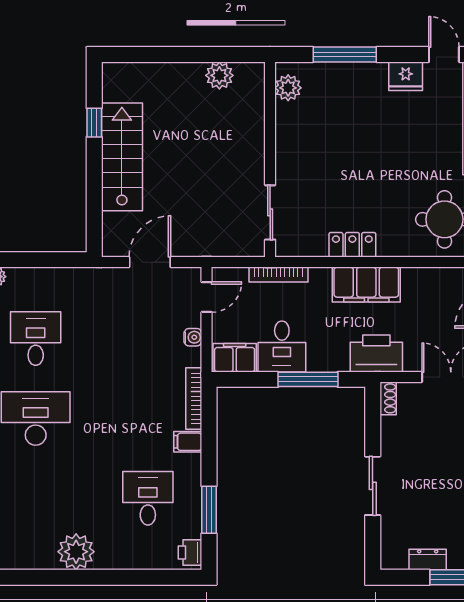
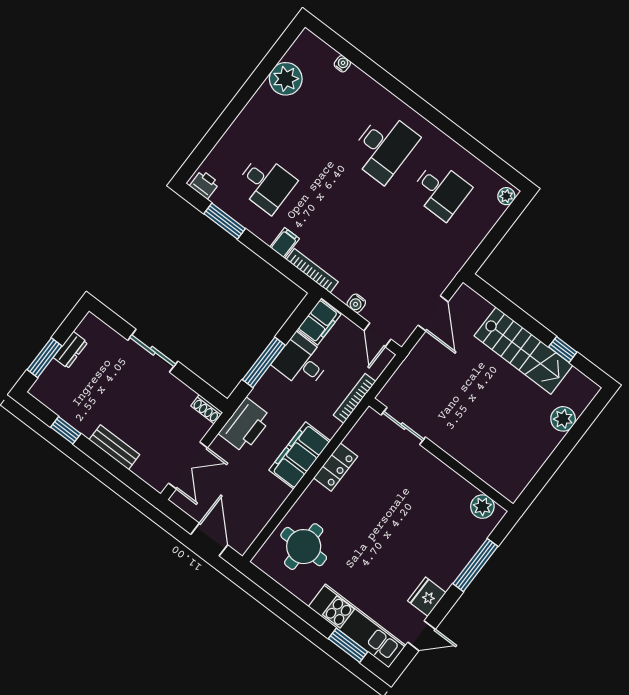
plant: (219, 75) -> (563, 419), moved
plant: (76, 552) -> (286, 79), moved

